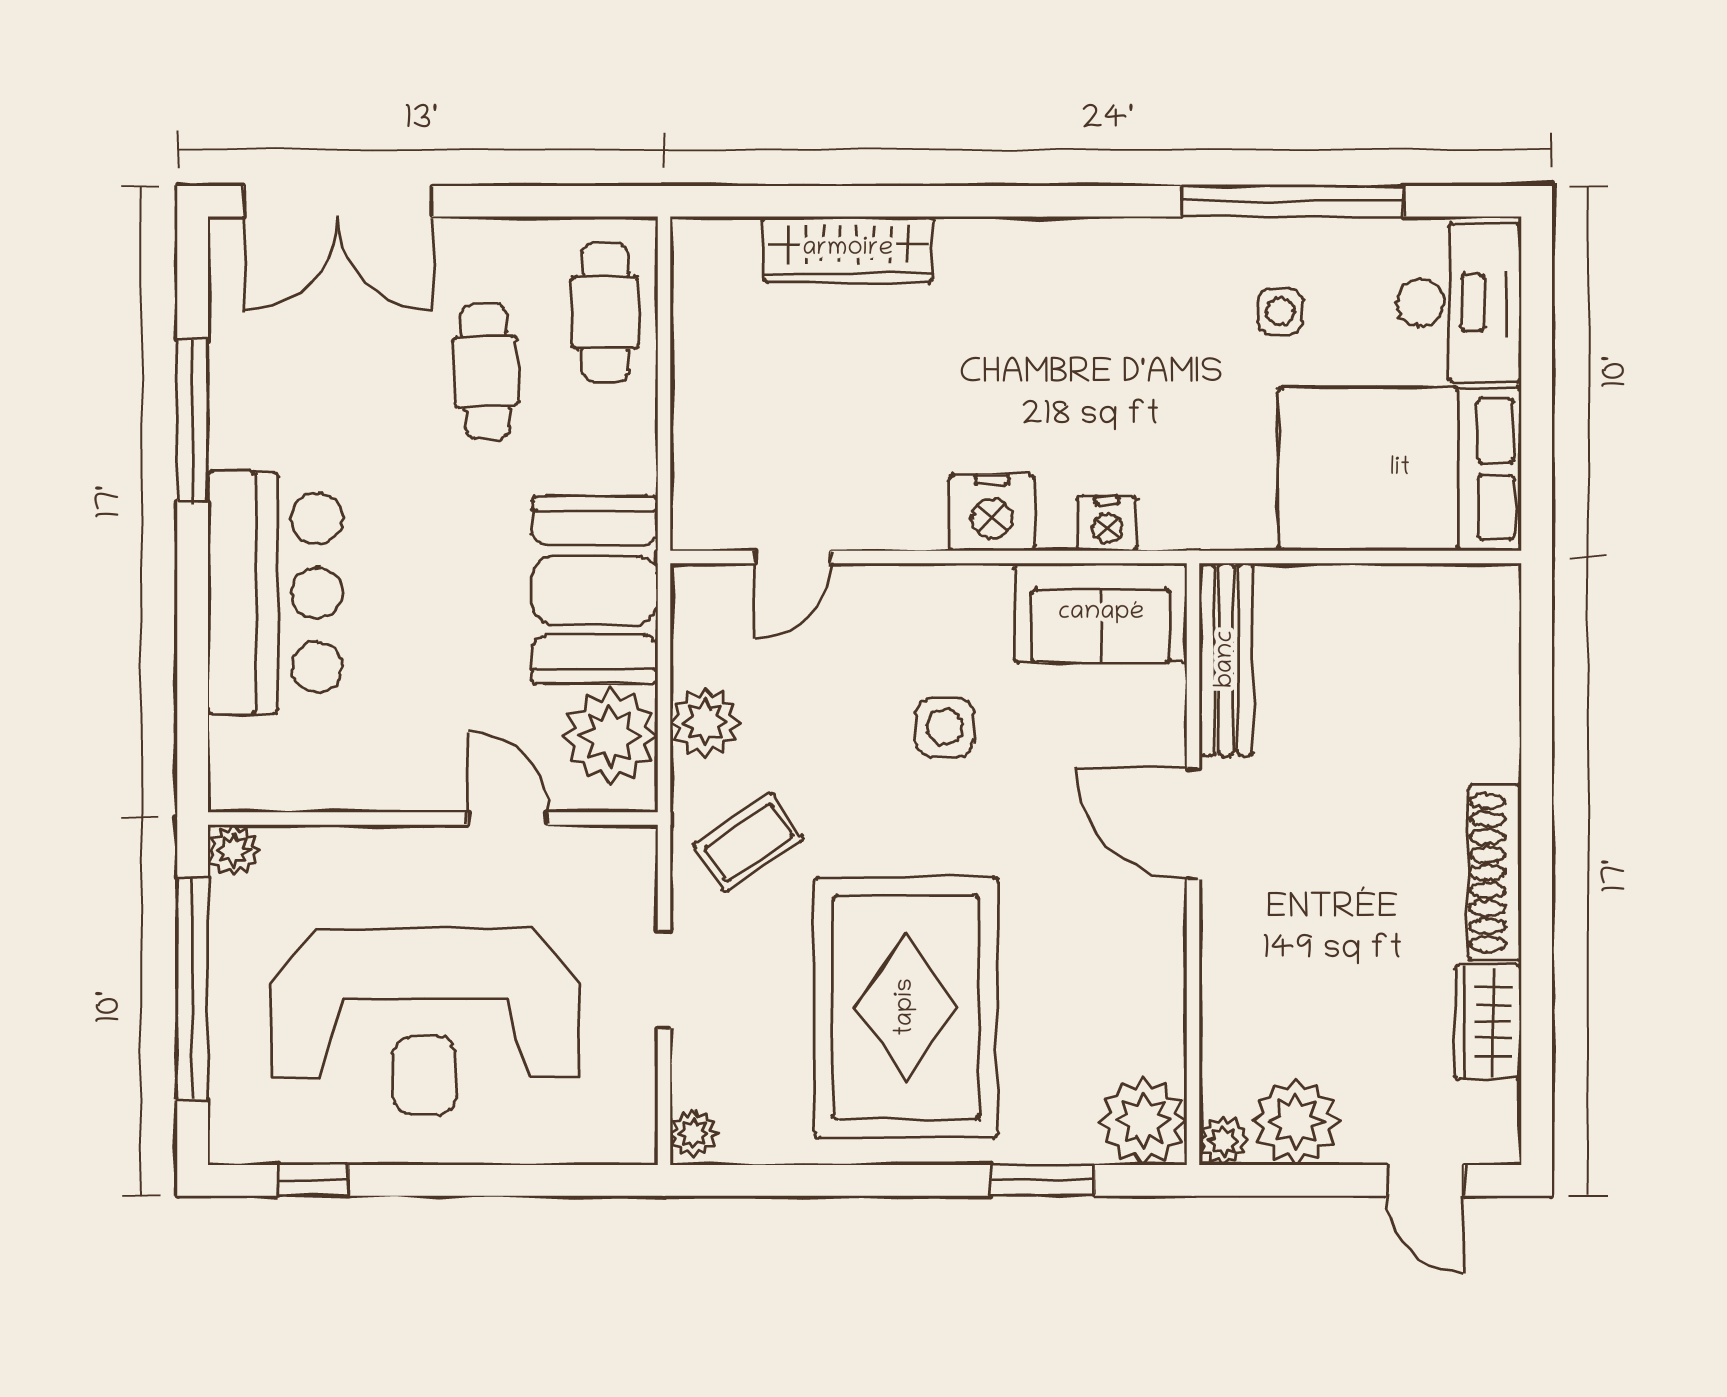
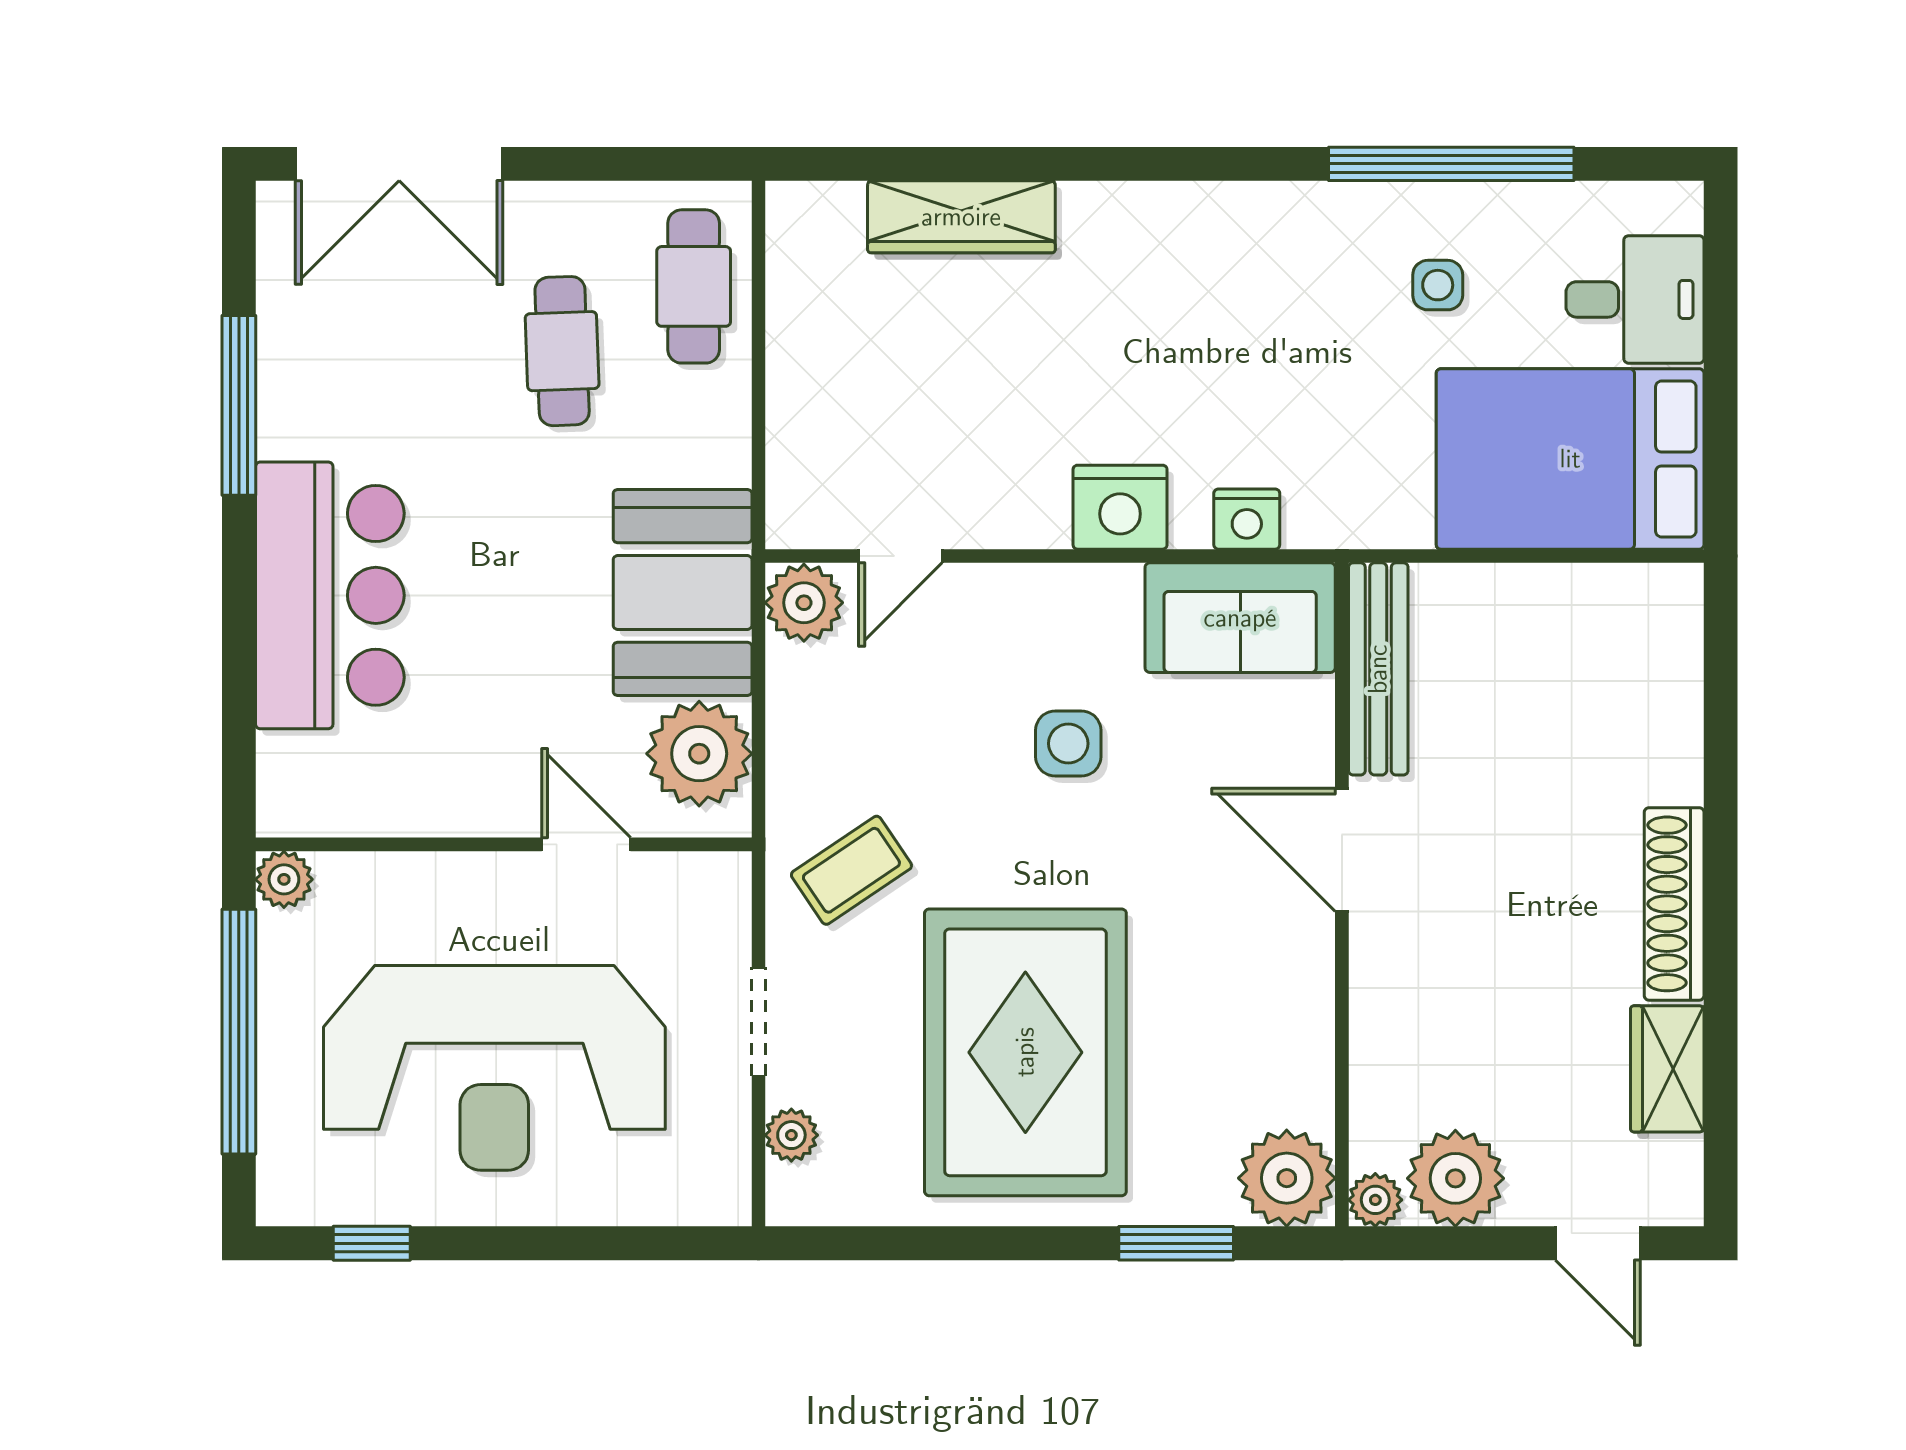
desk: (1459, 303) -> (1635, 299), width x0.73
plant: (705, 722) -> (804, 603), moved
plant: (694, 1133) -> (791, 1135), moved

